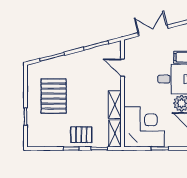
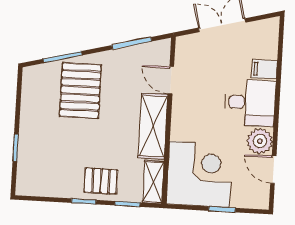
pallet: (54, 96) -> (80, 90), moved
shelving: (115, 105) -> (153, 126), width x1.50, depth x1.33

